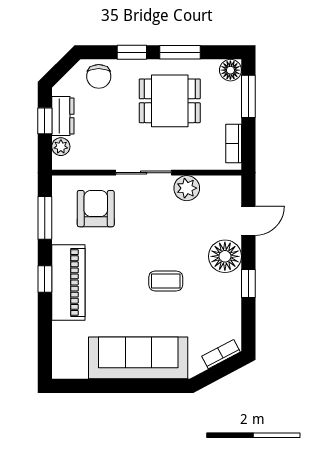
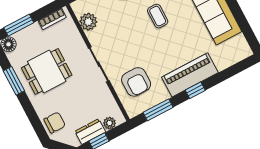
window: (132, 52) -> (29, 110), removed
dining table: (170, 101) -> (47, 71), turned 90
plant: (187, 188) -> (88, 22), moved
armchair: (96, 209) -> (136, 82), turned -90

